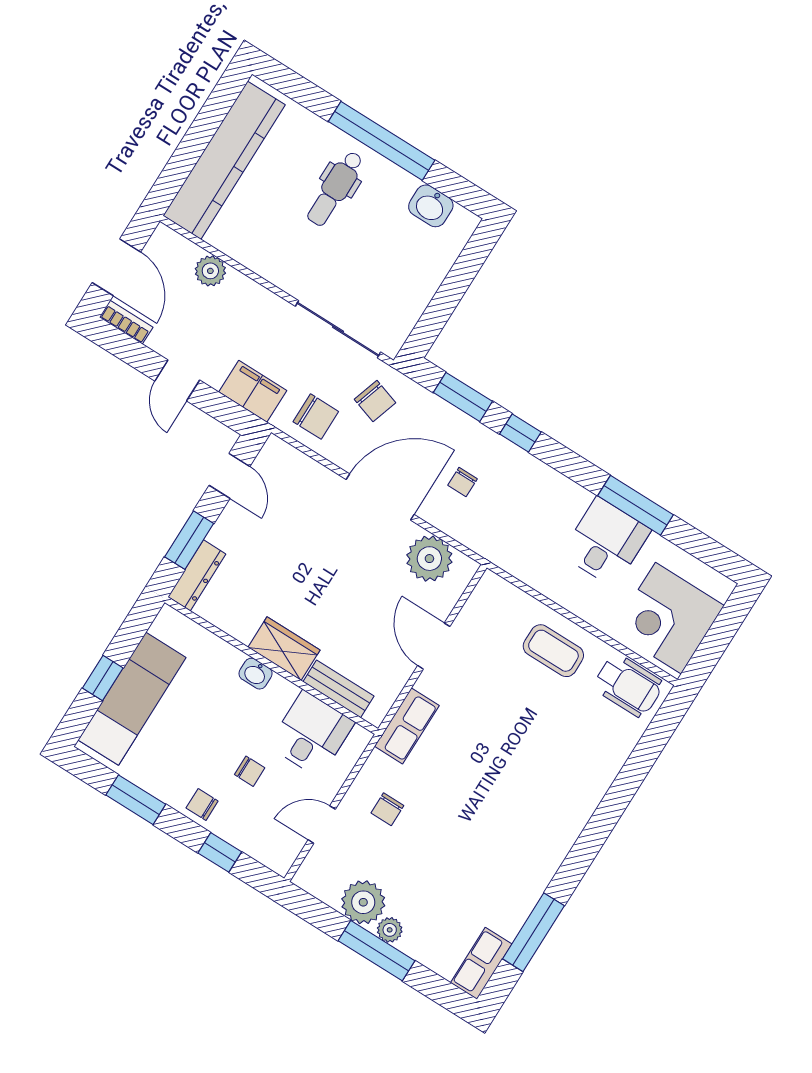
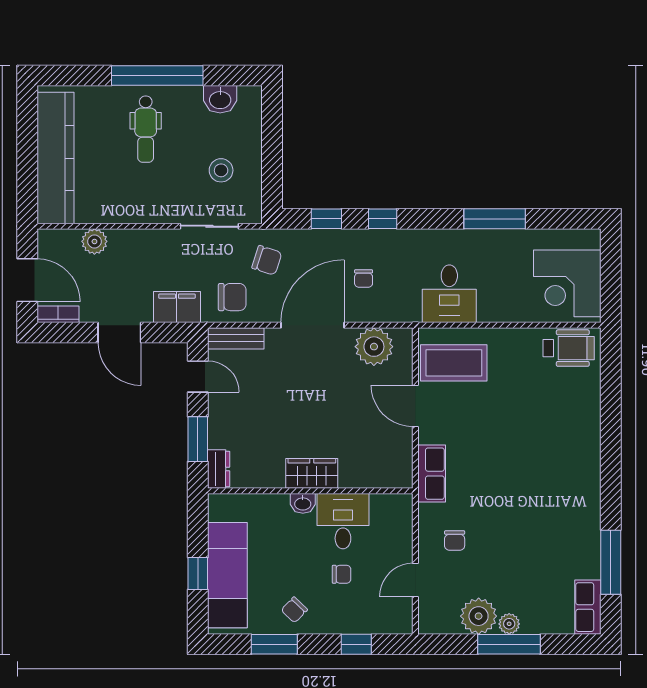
stool: (386, 279) -> (221, 170), added
sliding door: (338, 329) -> (209, 226), width x0.73
door: (177, 380) -> (119, 333), width x1.38
window: (463, 397) -> (326, 219), width x0.67
desk: (606, 542) -> (449, 294), moved, turned 180
dresser: (197, 575) -> (219, 469), width x0.70
coffee table: (553, 651) -> (454, 363), moved, width x1.36, depth x1.32
bench: (339, 689) -> (236, 338), moved
desk: (311, 734) -> (343, 521), moved
chair: (202, 804) -> (294, 610), moved, turned -46

